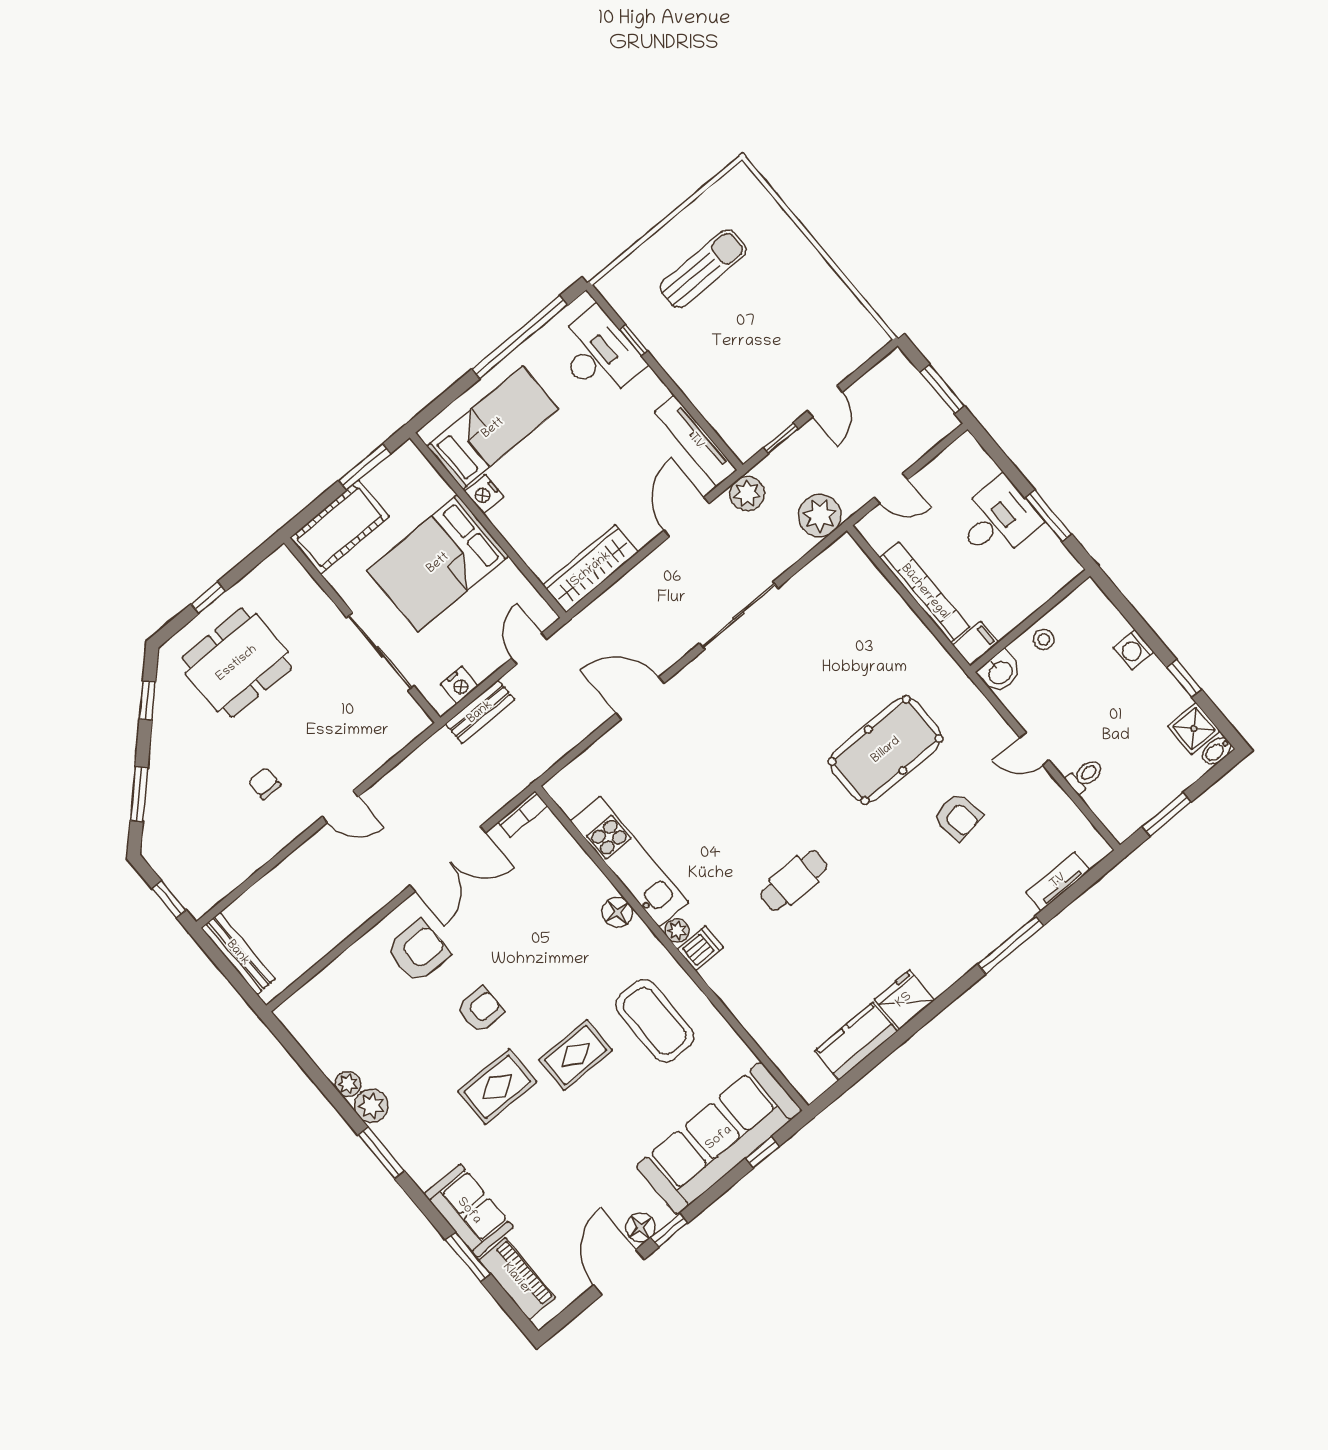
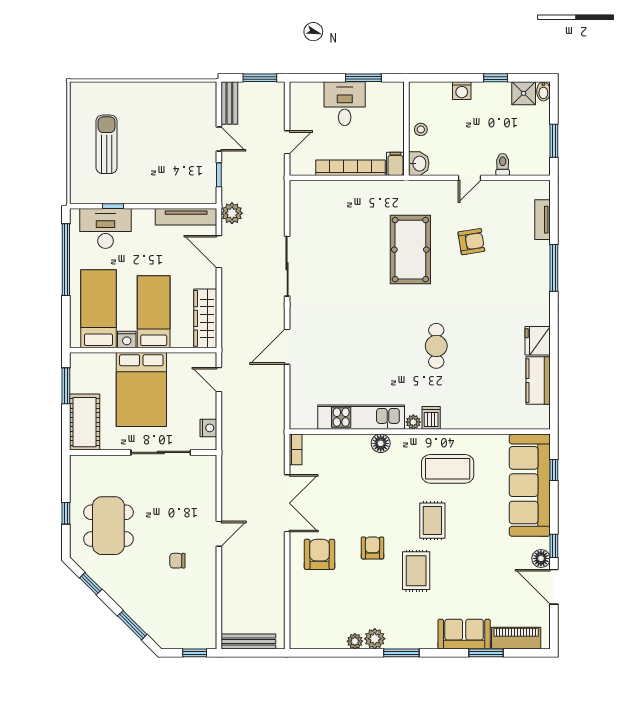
bed: (546, 499) -> (154, 312), added
plant: (820, 516) -> (272, 187), removed
bench: (480, 712) -> (229, 103), moved

